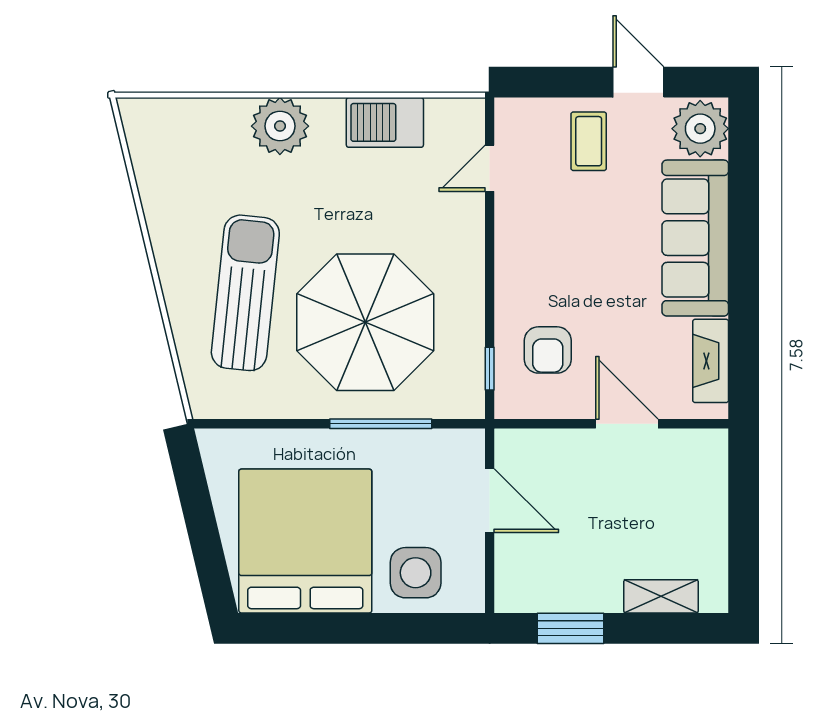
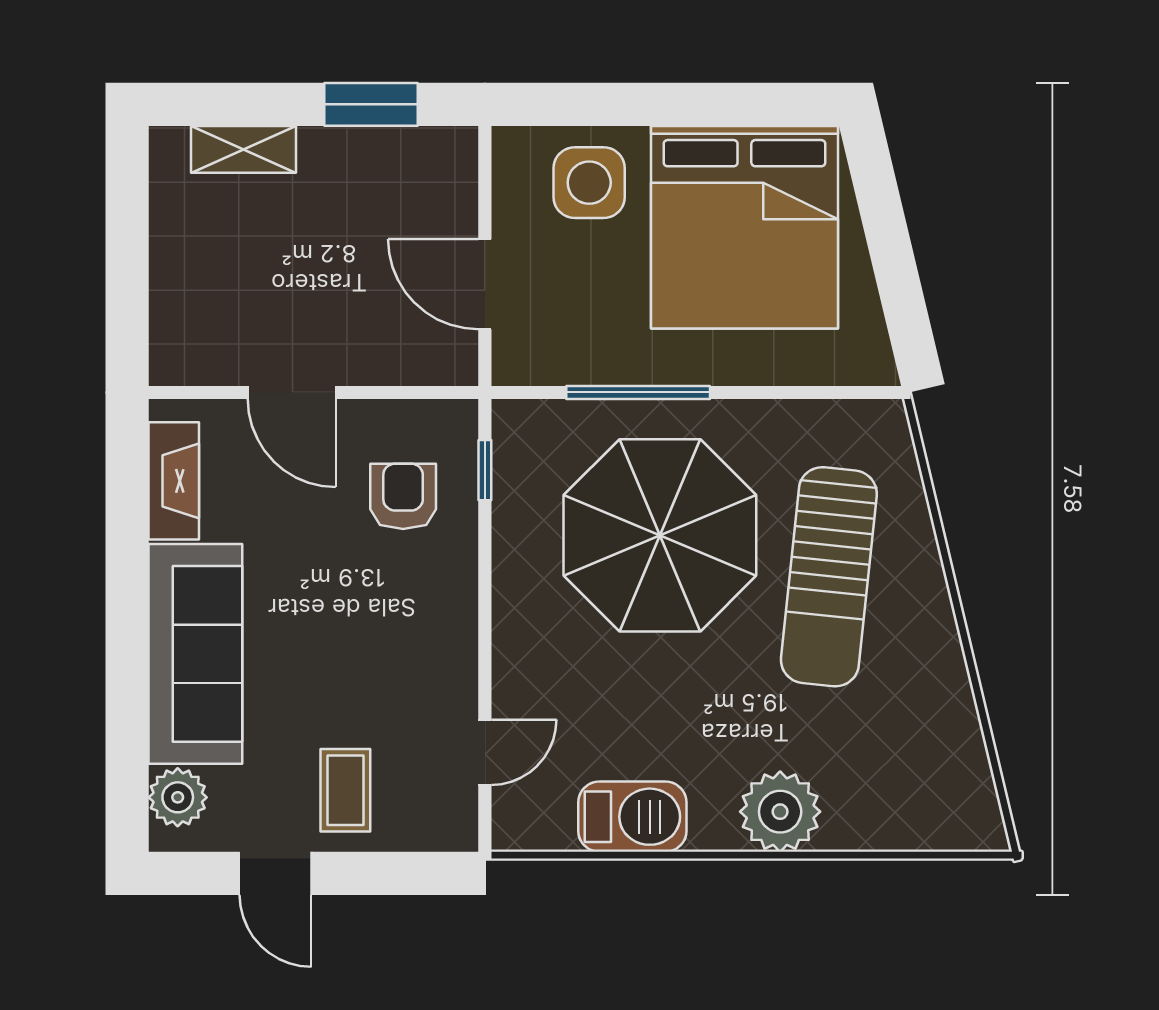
plant: (700, 129) -> (178, 797), width x0.73, depth x0.73

